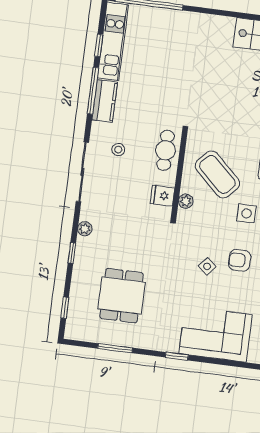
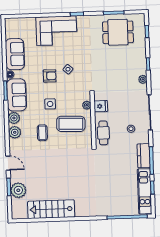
coffee table: (217, 174) -> (71, 124), turned -41
dining table: (122, 296) -> (118, 32), moved, turned 90

